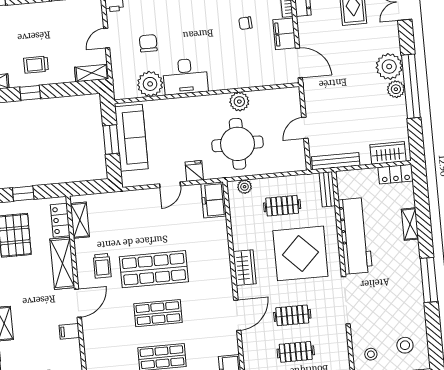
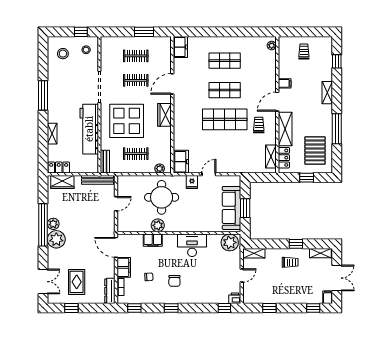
chair: (148, 43) -> (174, 281), moved
filing cabinet: (245, 79) -> (153, 240), added
plant: (150, 84) -> (230, 242), moved

